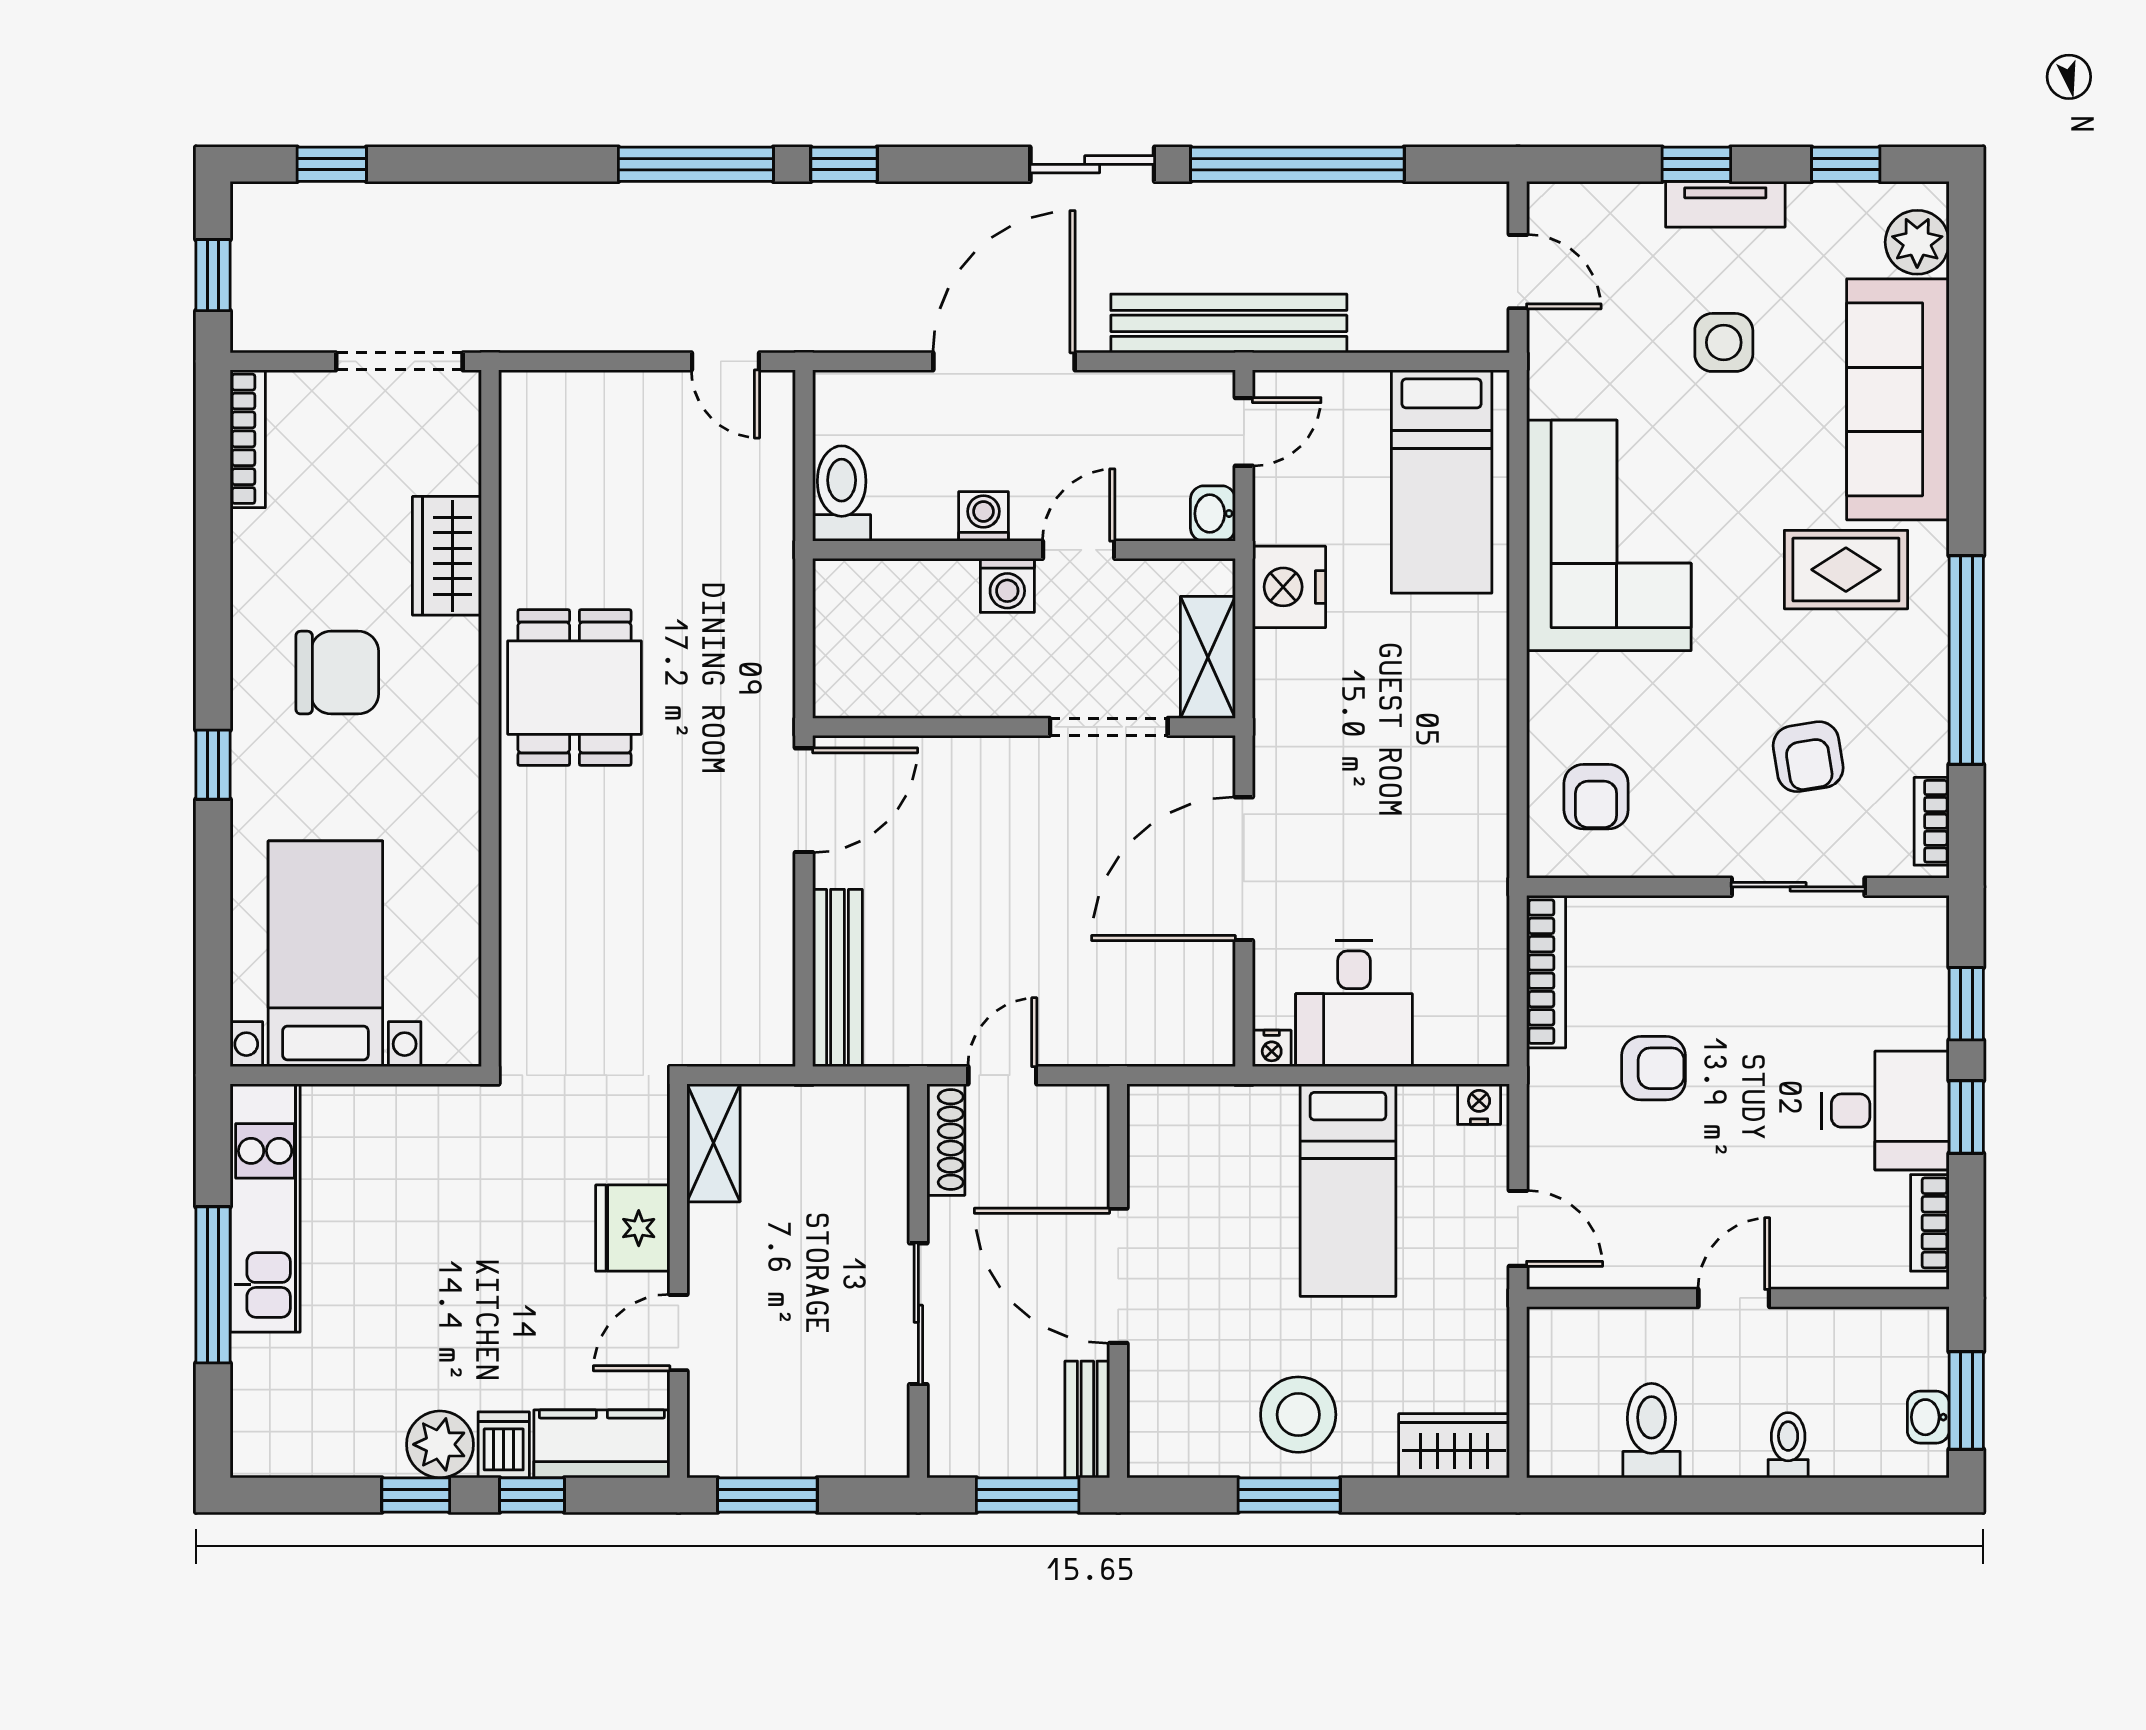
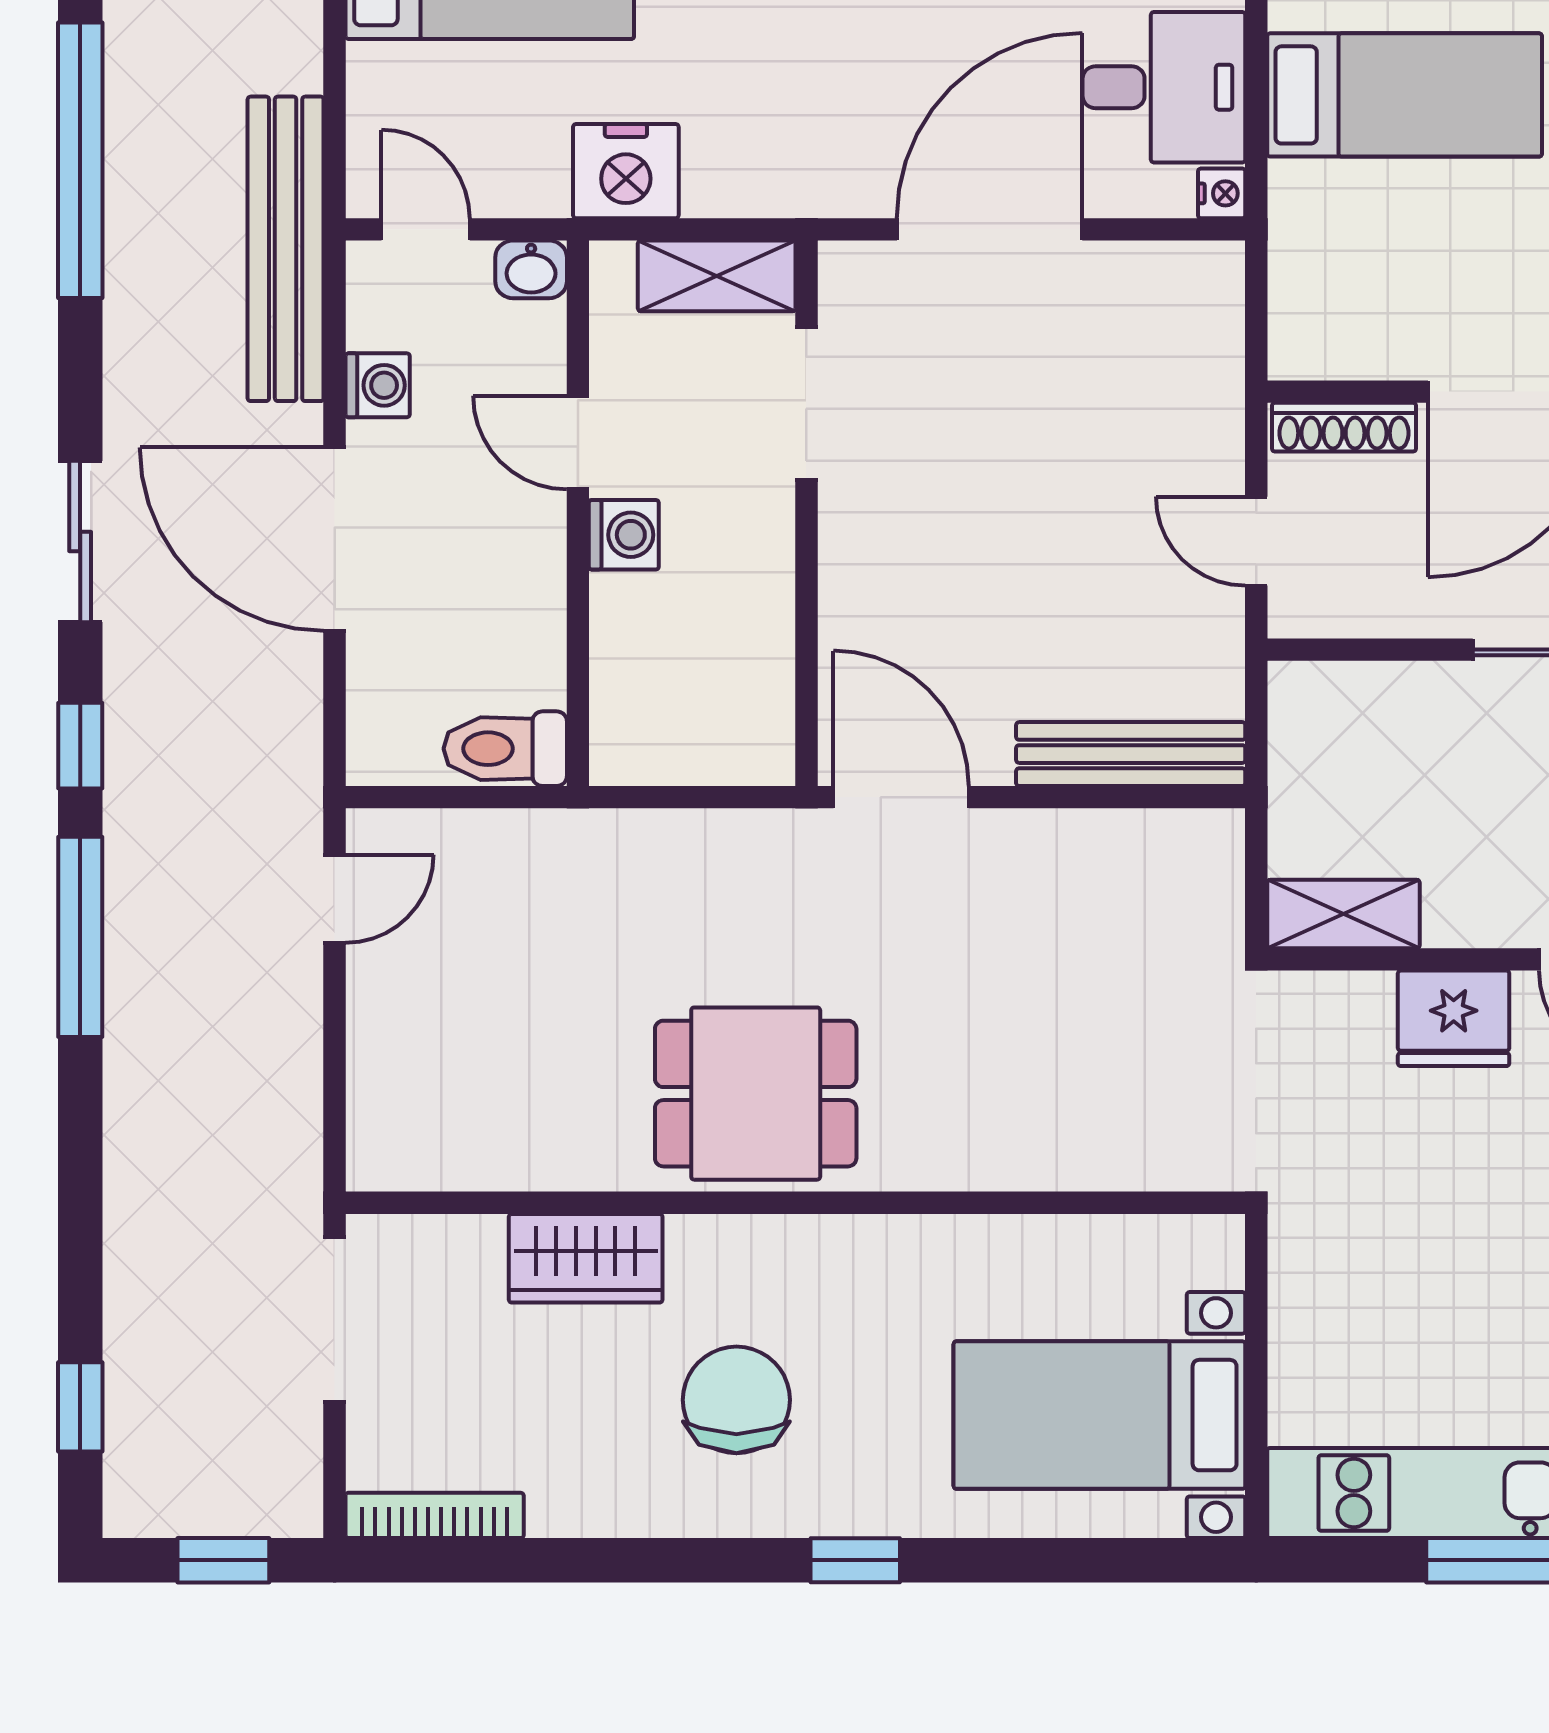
sliding door: (1092, 164) -> (80, 541), moved
washing machine: (983, 516) -> (378, 385), moved, turned 180
door: (1244, 869) -> (990, 229), swing flipped
shoe rack: (946, 1140) -> (1344, 427), moved, turned 180

